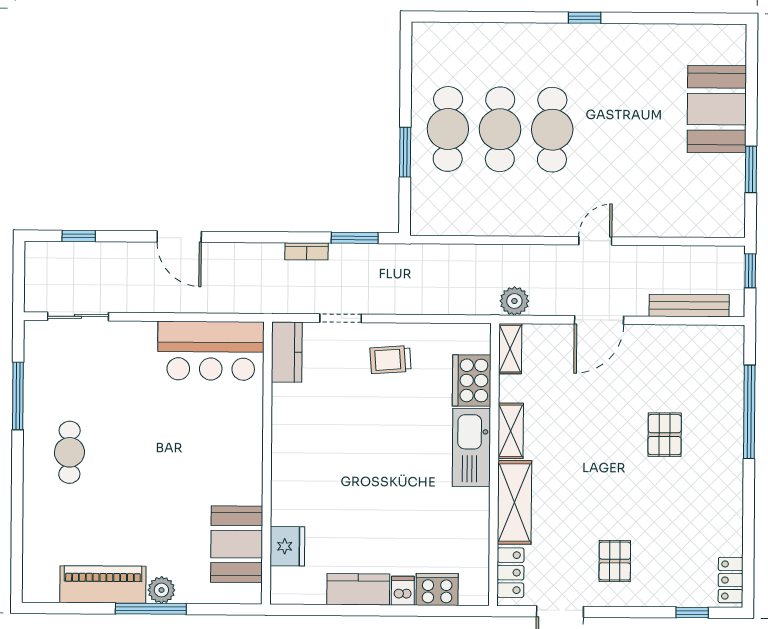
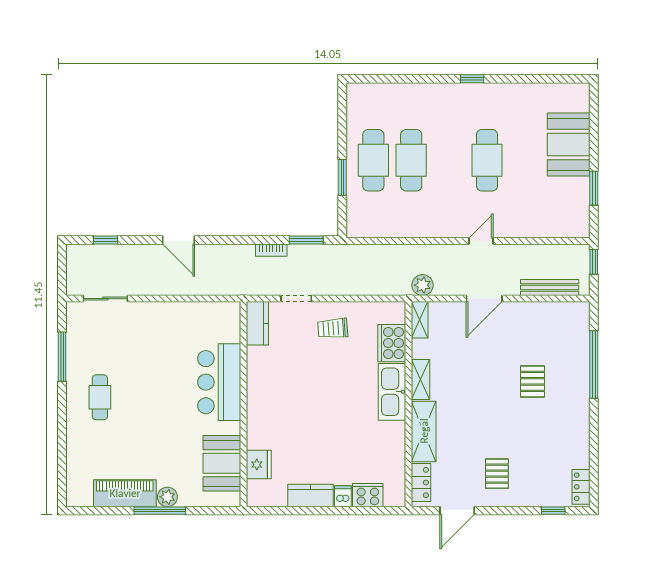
cafe table: (552, 130) -> (487, 160), moved
bar counter: (211, 351) -> (219, 382), moved, turned 90

